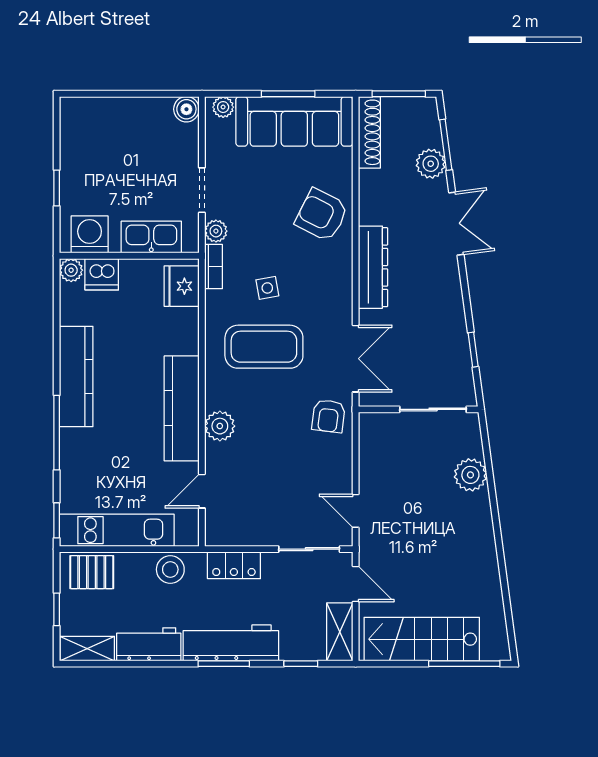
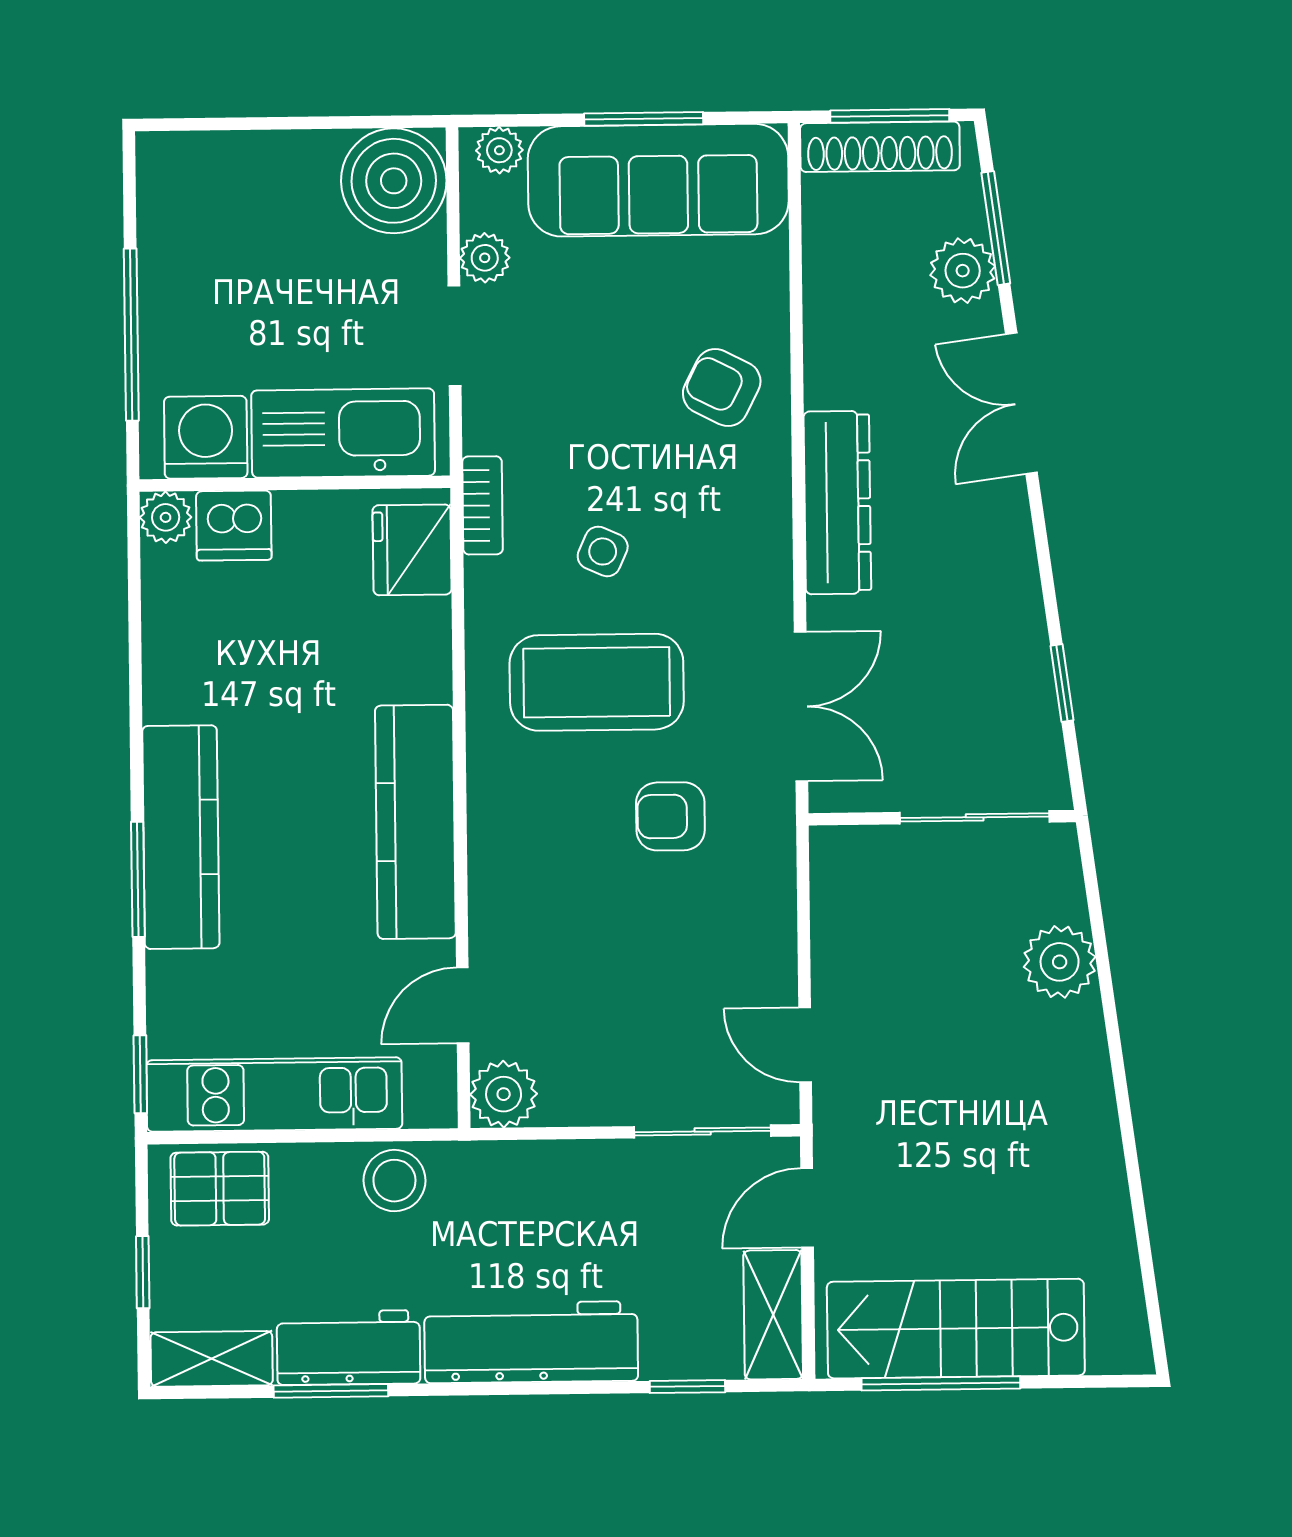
boiler: (186, 109) -> (394, 181), width x1.86, depth x1.86
shoe rack: (369, 132) -> (880, 147), moved, turned 90
window: (57, 188) -> (131, 335), width x2.17
armchair: (322, 215) -> (722, 388), width x0.72, depth x0.72
double door: (456, 224) -> (1021, 403), swing flipped
plant: (216, 231) -> (485, 258), moved
kitchen sink: (151, 237) -> (343, 433), width x1.36, depth x1.24
side table: (267, 288) -> (603, 551), turned 34
kitchen counter: (76, 376) -> (181, 837), moved
armchair: (329, 416) -> (670, 816), moved, turned 83
plant: (220, 426) -> (504, 1094), moved
window: (57, 433) -> (138, 879), width x0.69
locker: (234, 565) -> (536, 1169), removed
door: (356, 584) -> (807, 1208), swing flipped
window: (224, 664) -> (331, 1391), moved
window: (464, 664) -> (941, 1383), moved

